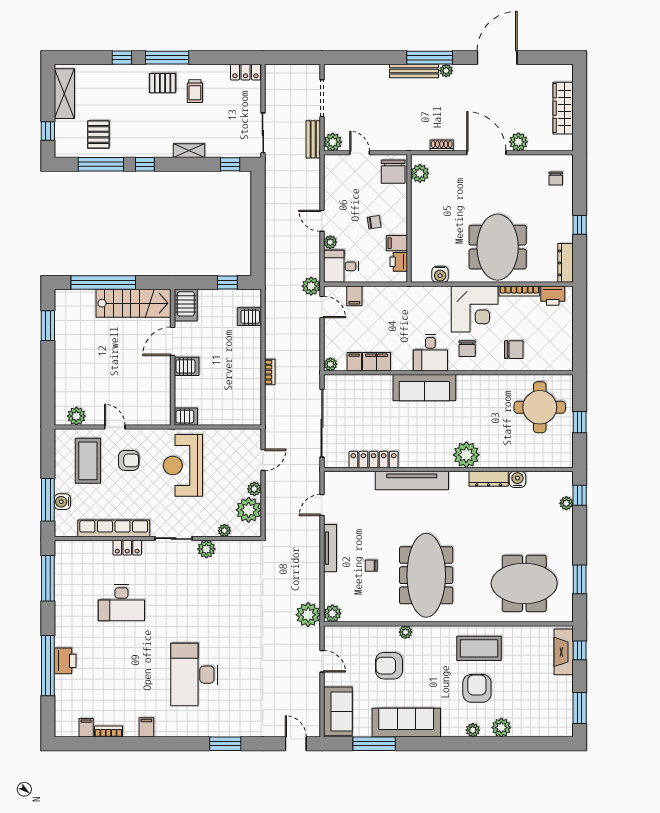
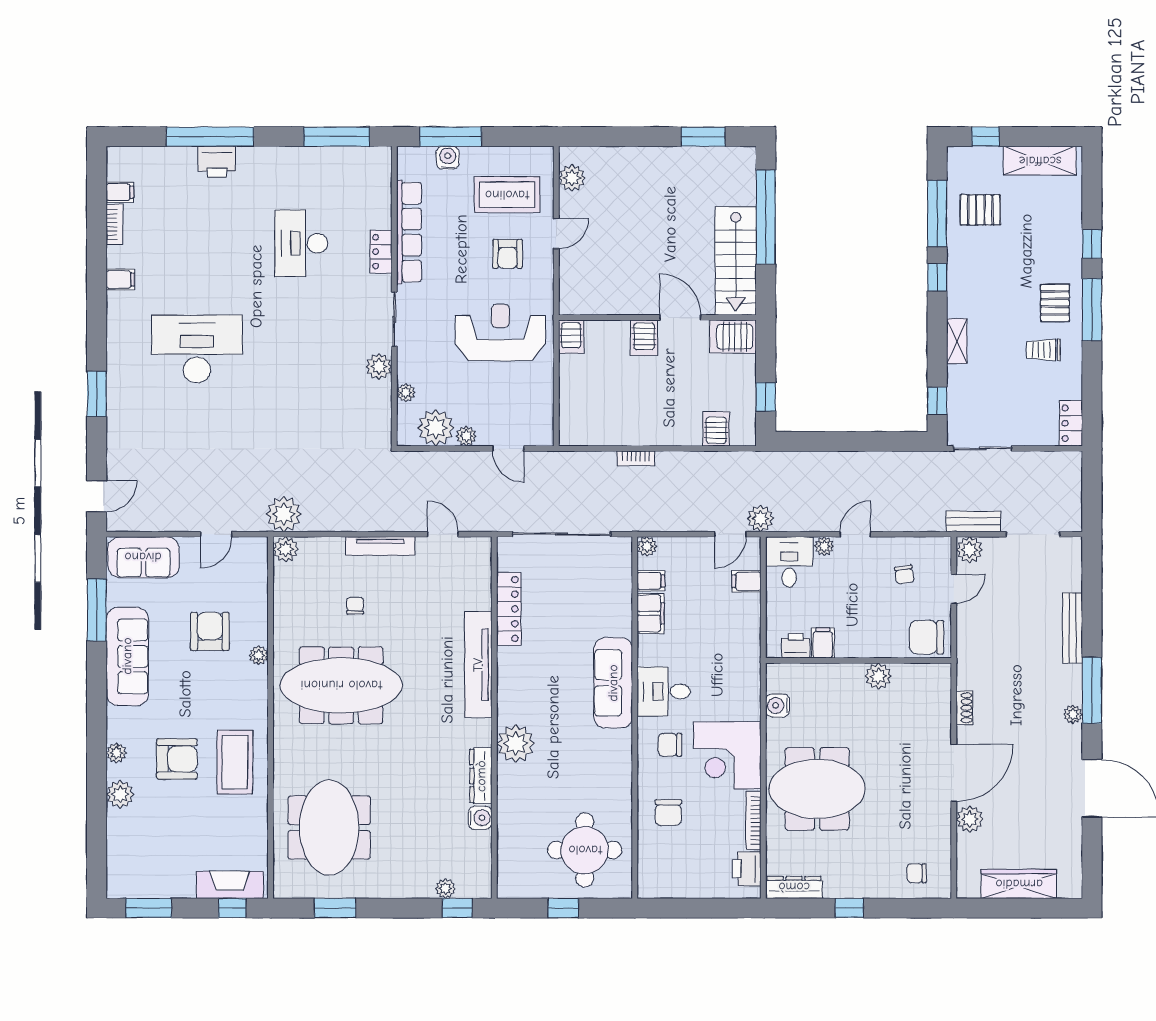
bench: (414, 71) -> (1073, 628), moved
plant: (420, 173) -> (878, 676), moved
chair: (374, 222) -> (904, 575), moved

